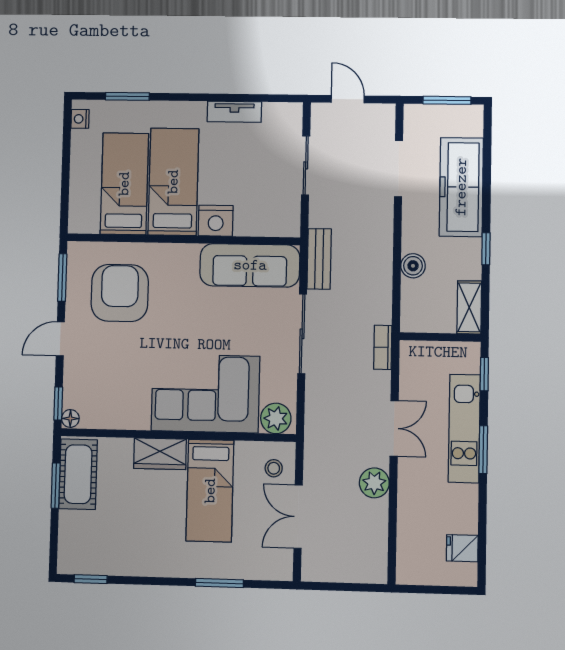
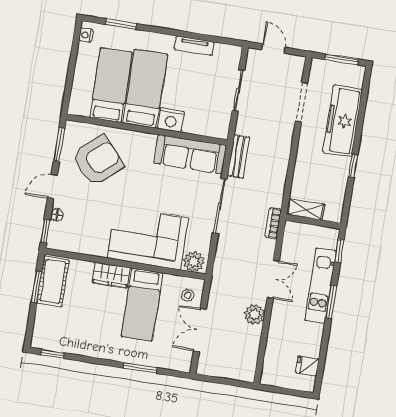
boiler: (413, 266) -> (302, 170), removed
armchair: (120, 293) -> (98, 161), turned 48
shelving: (469, 307) -> (306, 209), moved, turned 90
floor lamp: (70, 418) -> (57, 215), moved

